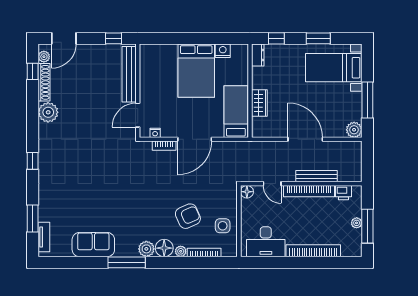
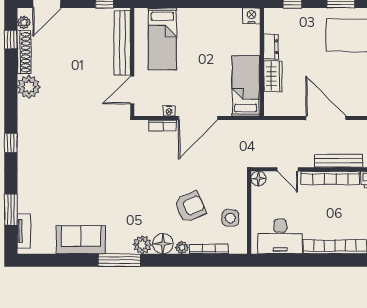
nightstand: (223, 51) -> (251, 16), moved
dresser: (258, 55) -> (271, 47), moved
bed: (196, 71) -> (162, 39), moved, width x0.67
nightstand: (155, 133) -> (169, 111), moved

